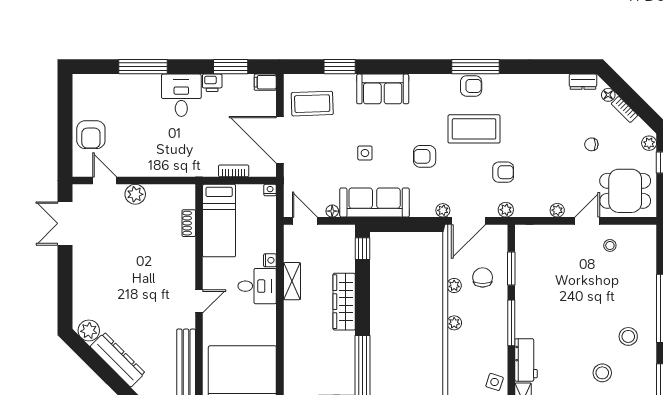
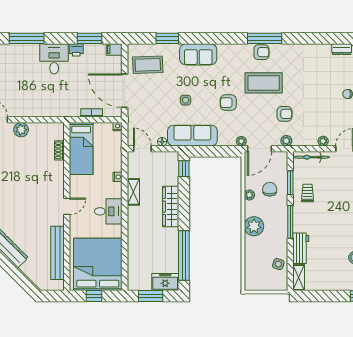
bicycle: (541, 233) -> (311, 157), added
trolley: (535, 283) -> (308, 193), added
desk: (257, 286) -> (108, 211), moved
plant: (454, 323) -> (254, 226), width x1.87, depth x1.87

